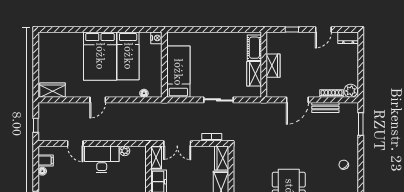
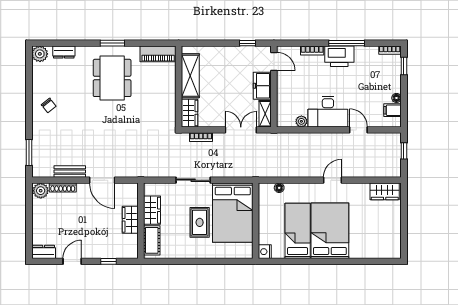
rug: (213, 63) -> (200, 222), added
bed: (178, 72) -> (233, 213), width x1.50
door: (297, 100) -> (102, 180), swing flipped

